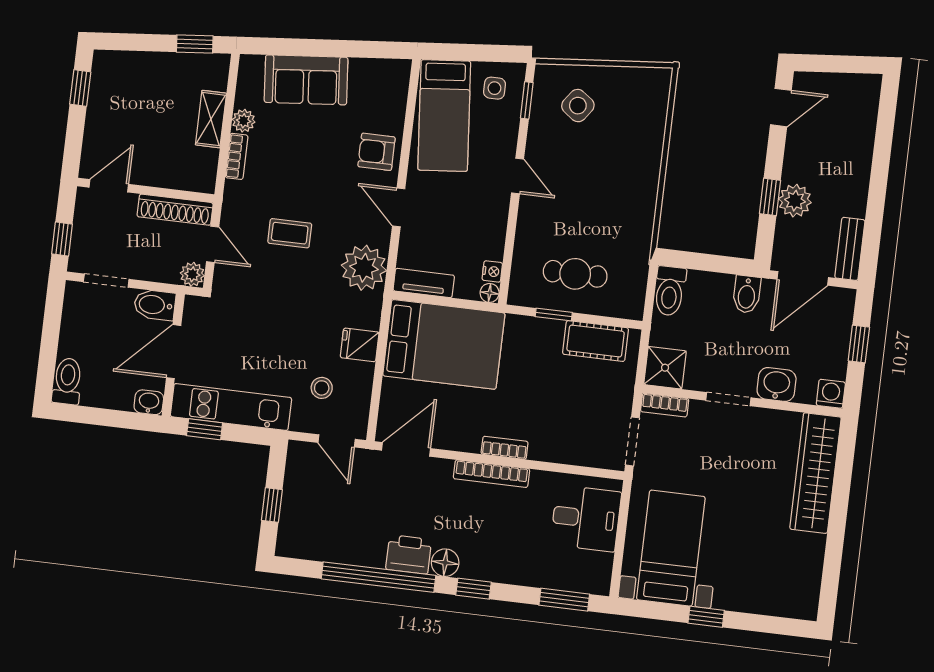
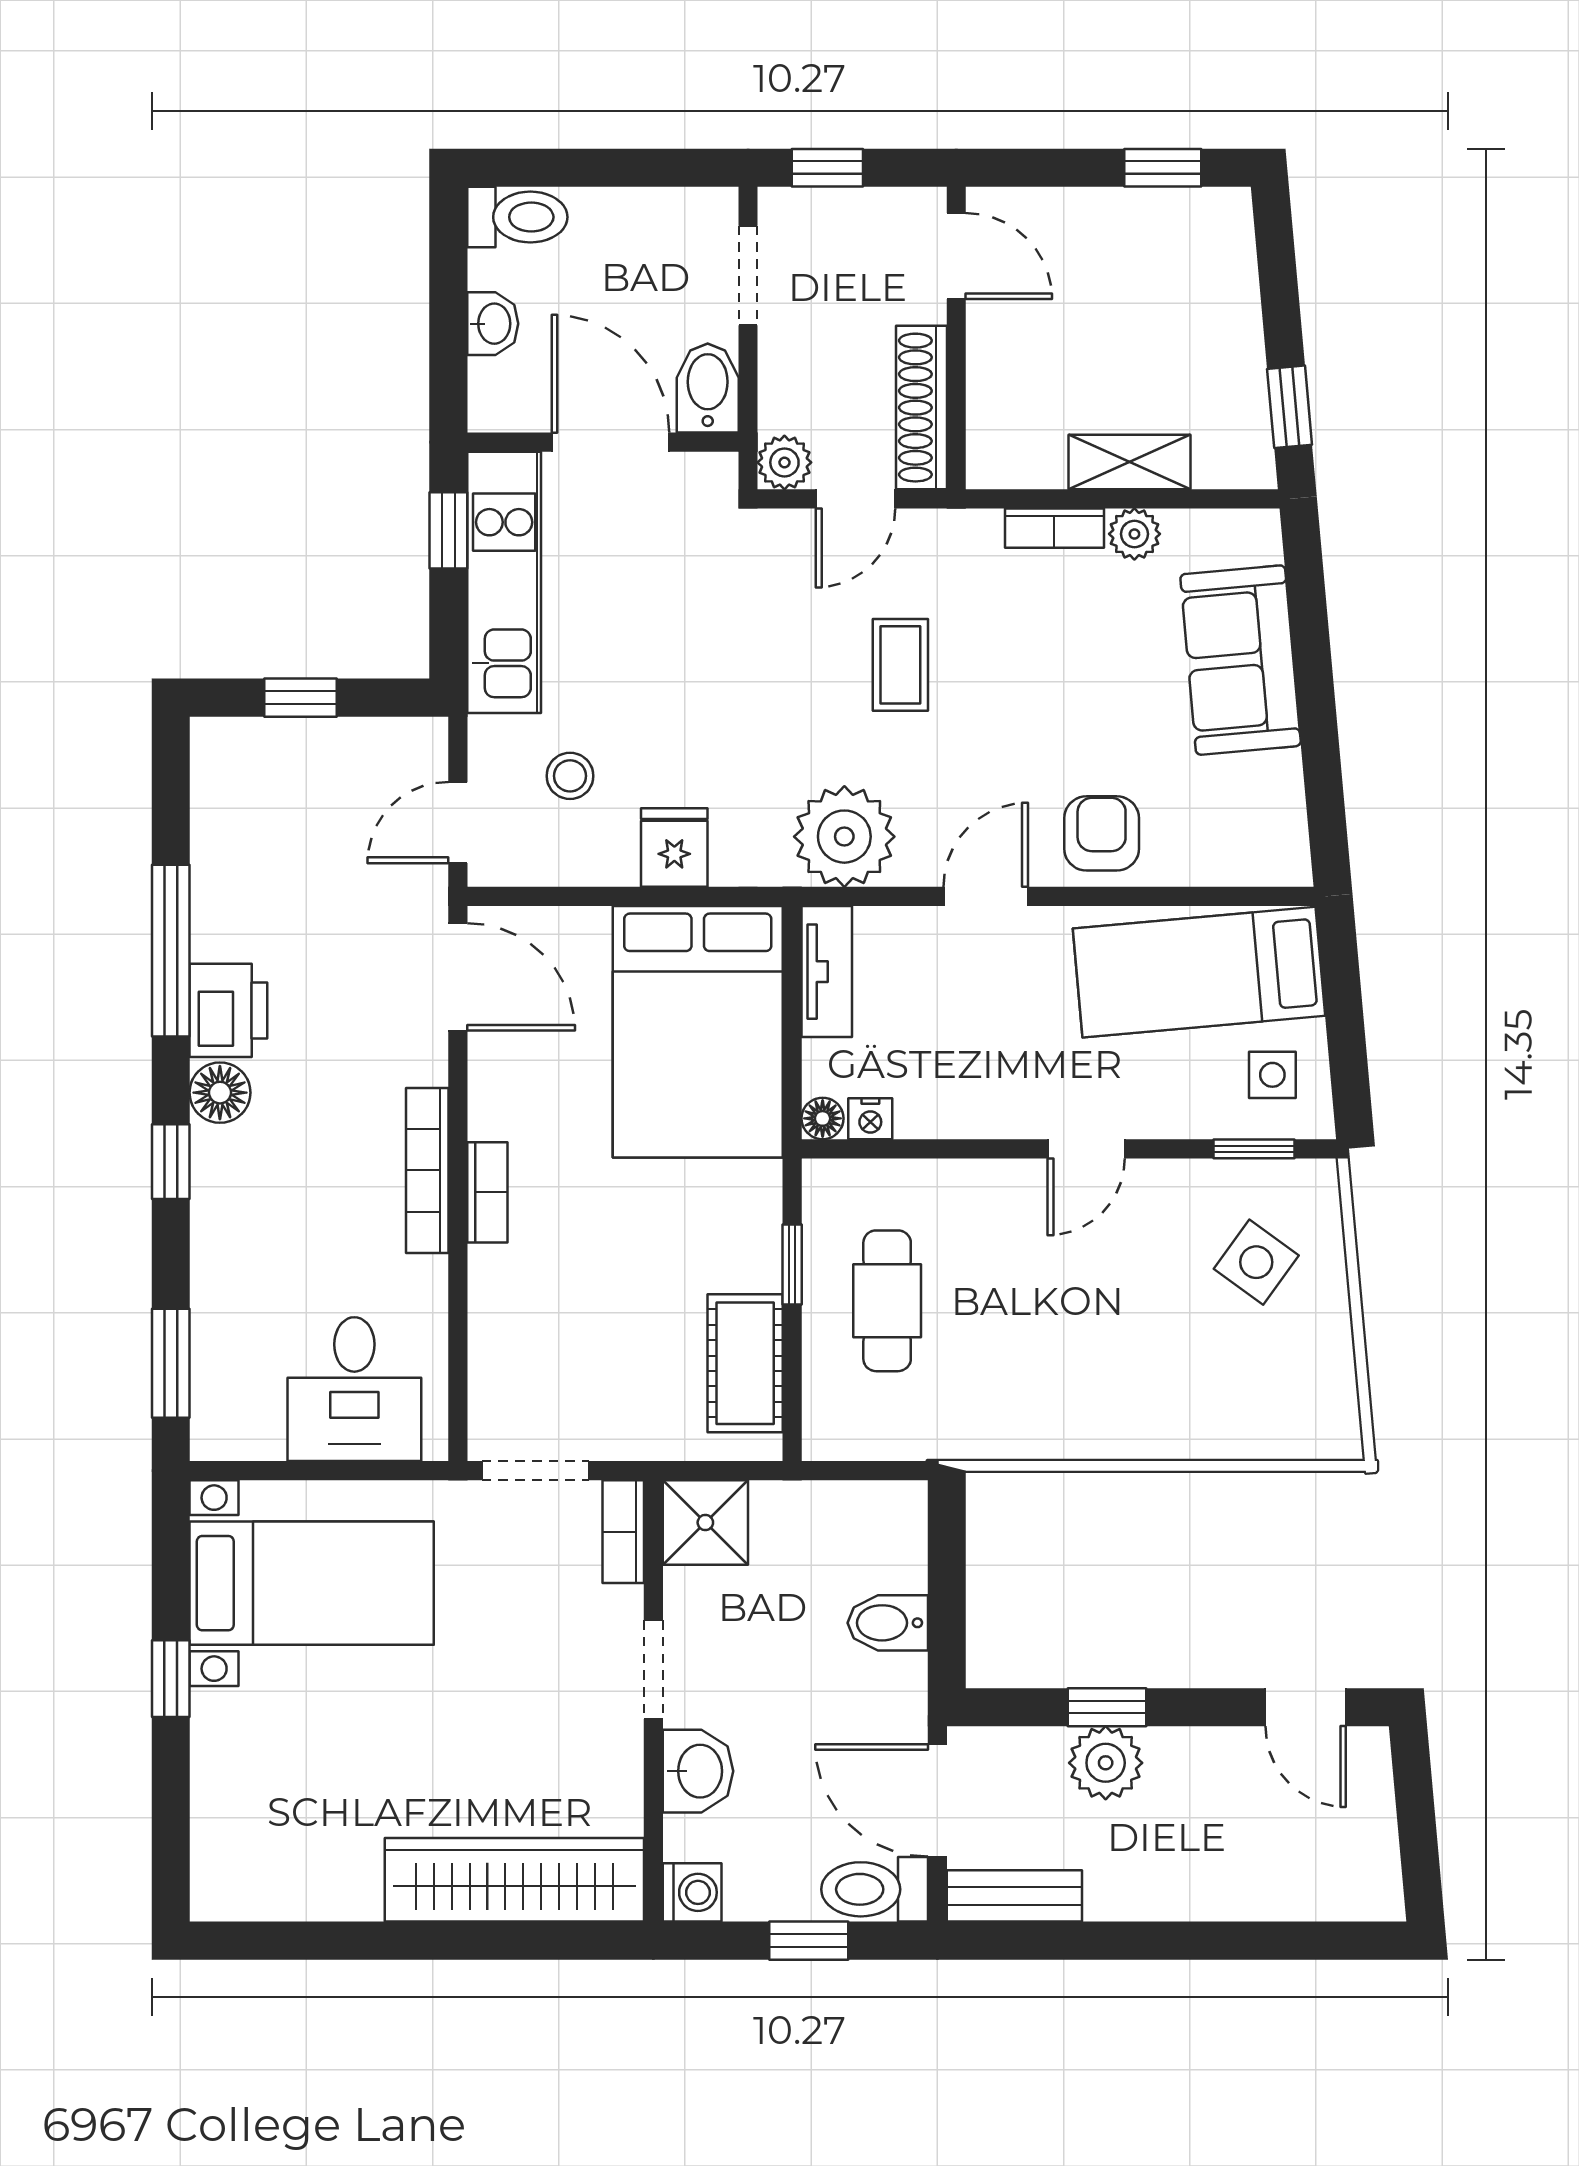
toilet: (670, 291) -> (875, 1889), moved
bidet: (747, 294) -> (888, 1623), moved
washbasin: (149, 402) -> (493, 324), moved
window: (379, 577) -> (171, 951), width x0.68

